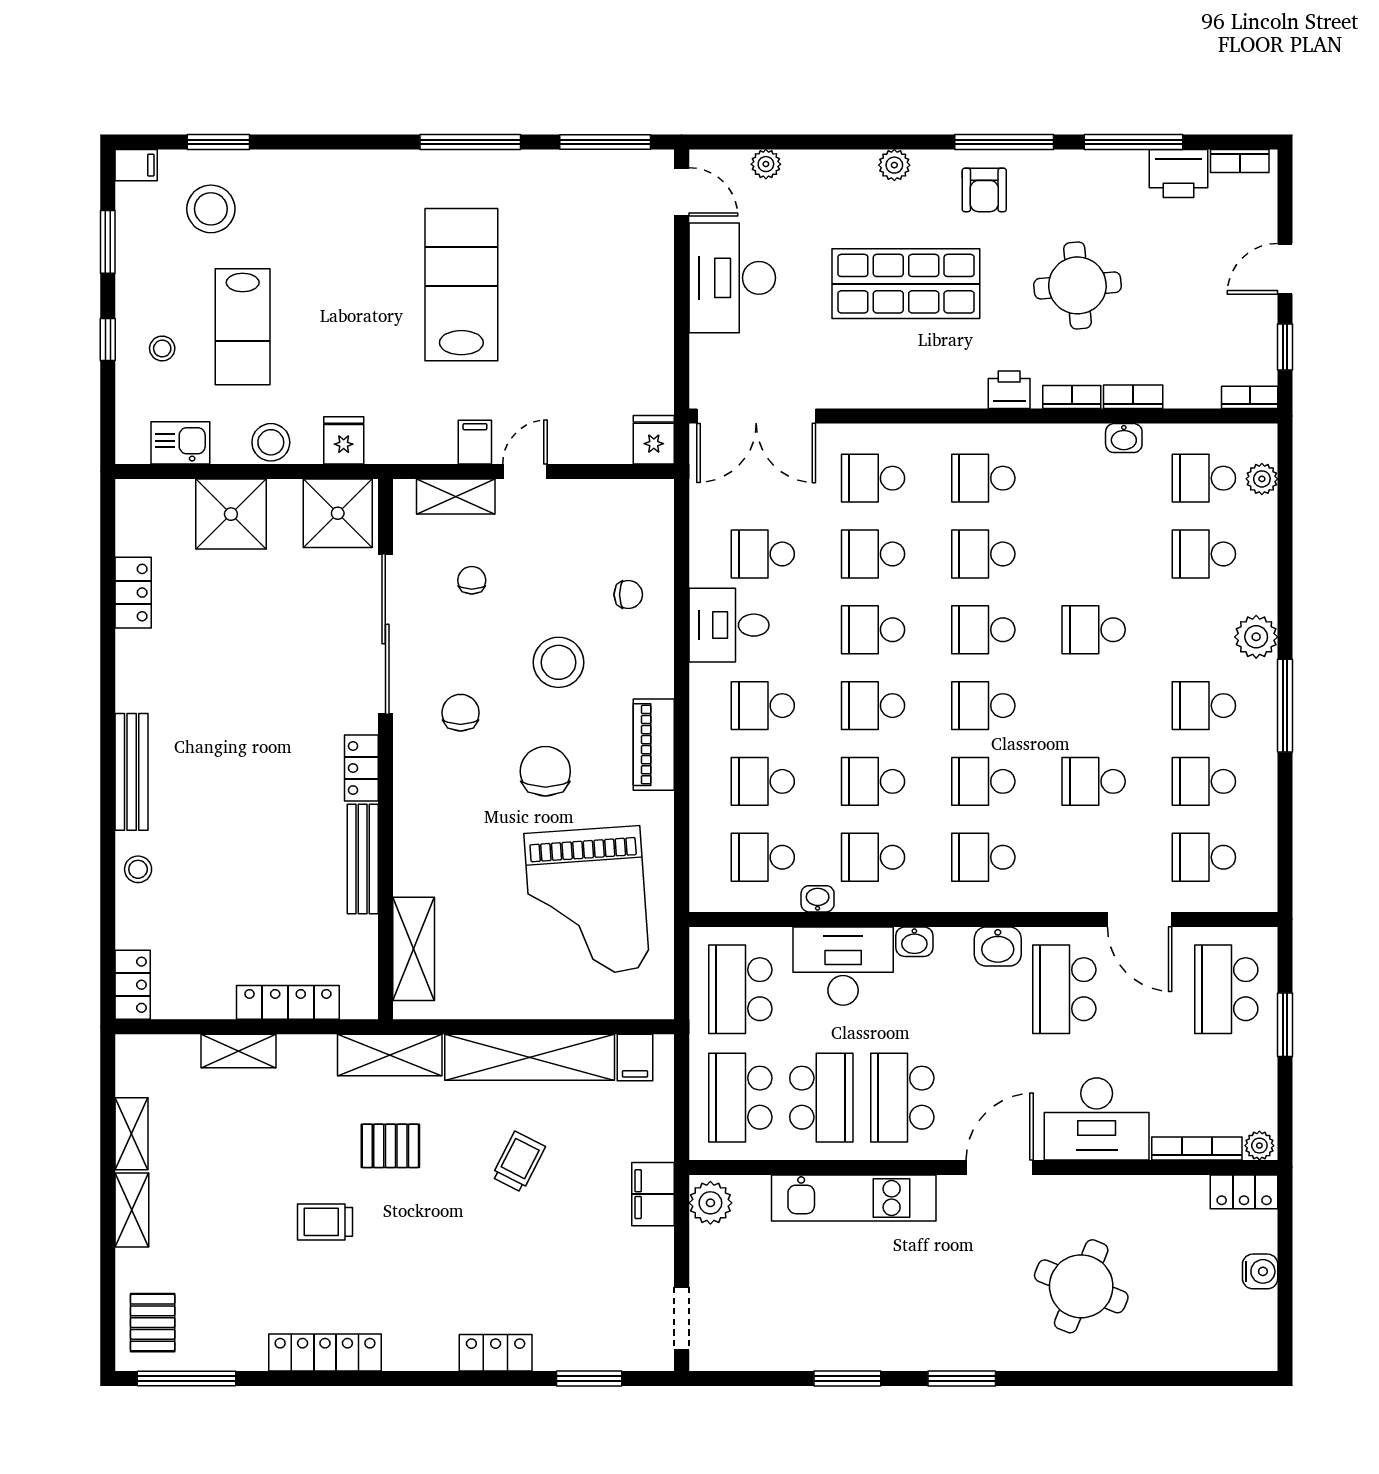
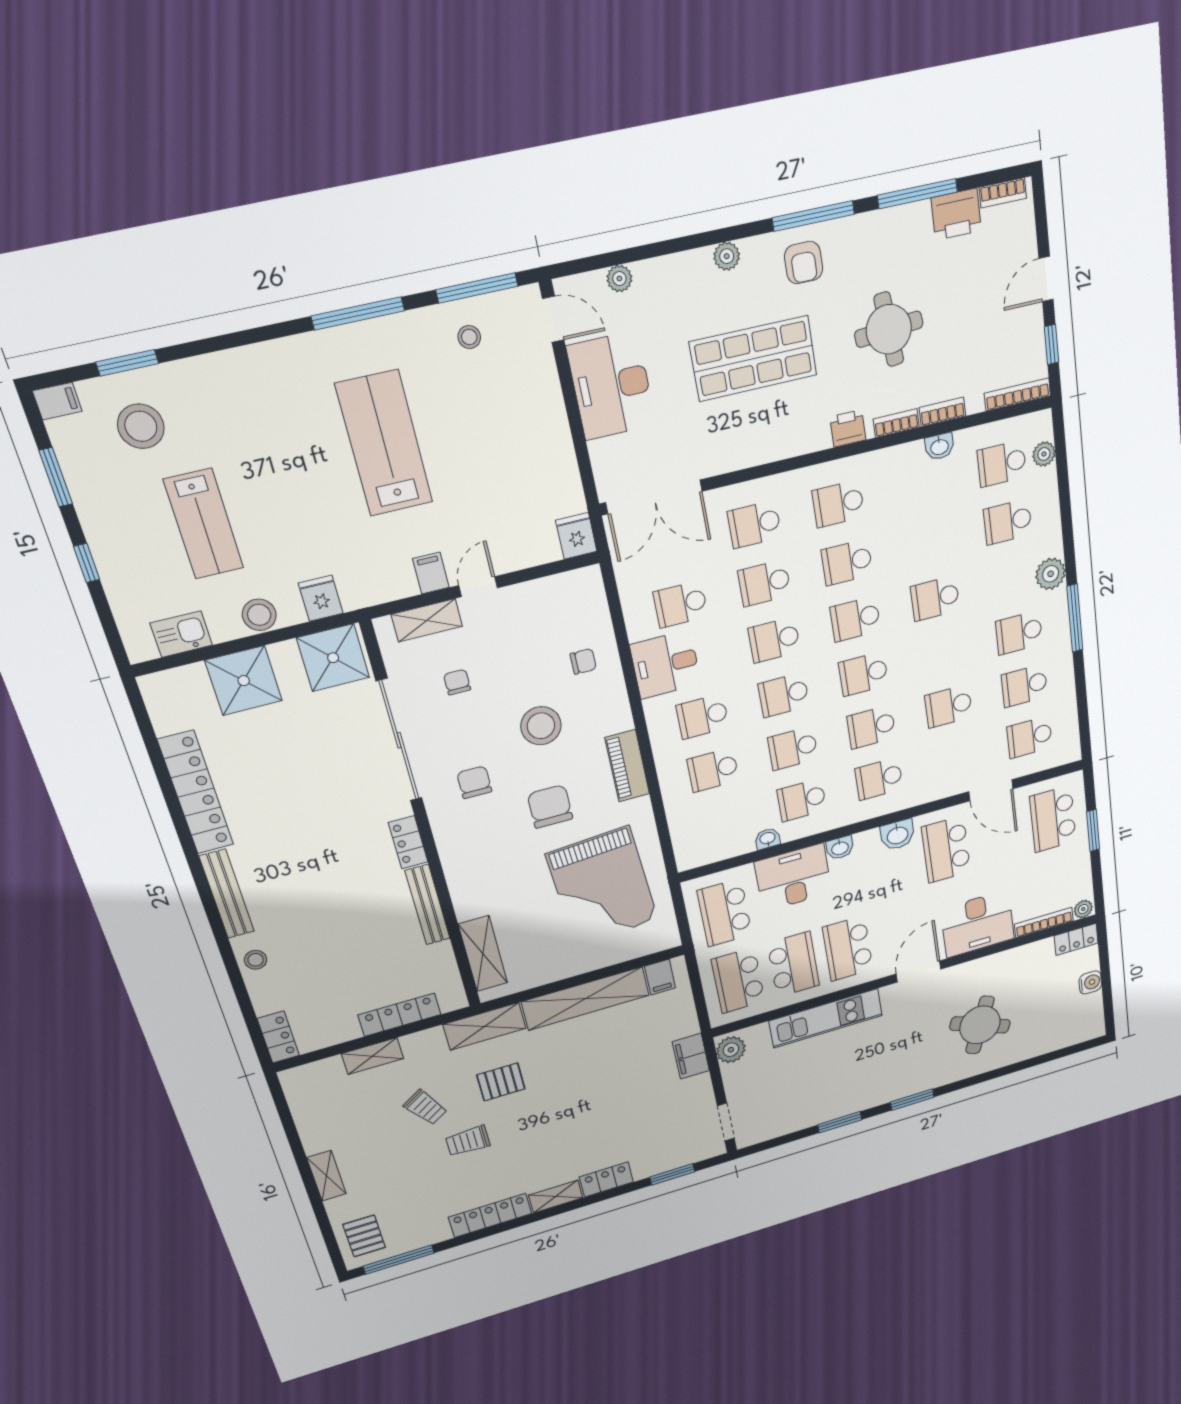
stool: (162, 349) -> (469, 337), moved
bookcase: (1250, 397) -> (1017, 394), width x1.56
locker: (133, 593) -> (196, 793), width x2.16, depth x1.21
school desk: (763, 857) -> (723, 822), removed
shelving: (131, 1134) -> (556, 1196), moved, turned 90
trolley: (518, 1162) -> (425, 1107), moved, turned 120

